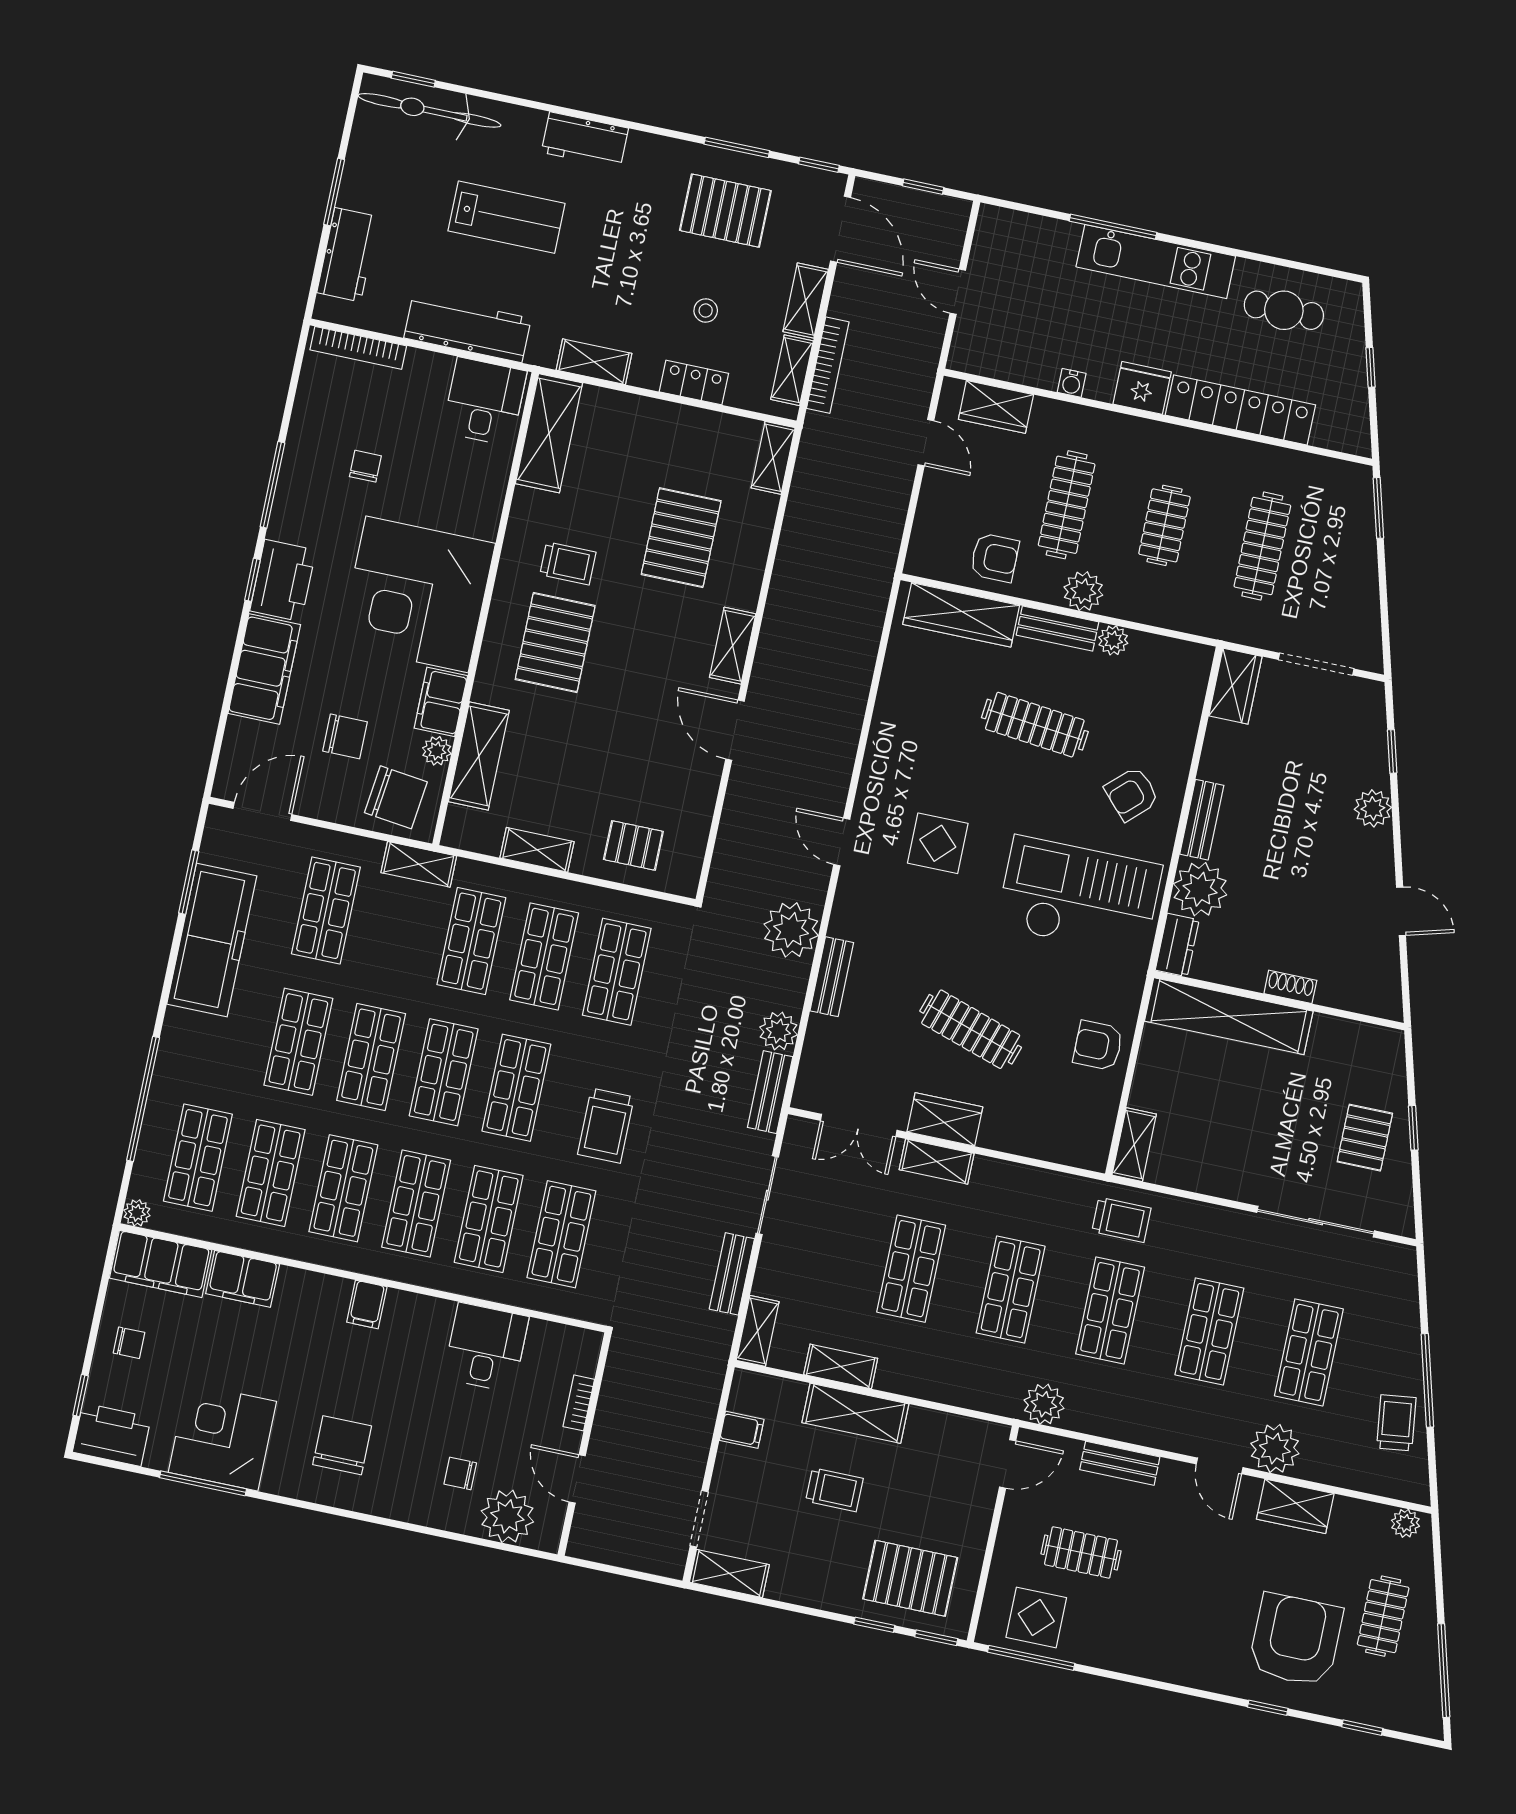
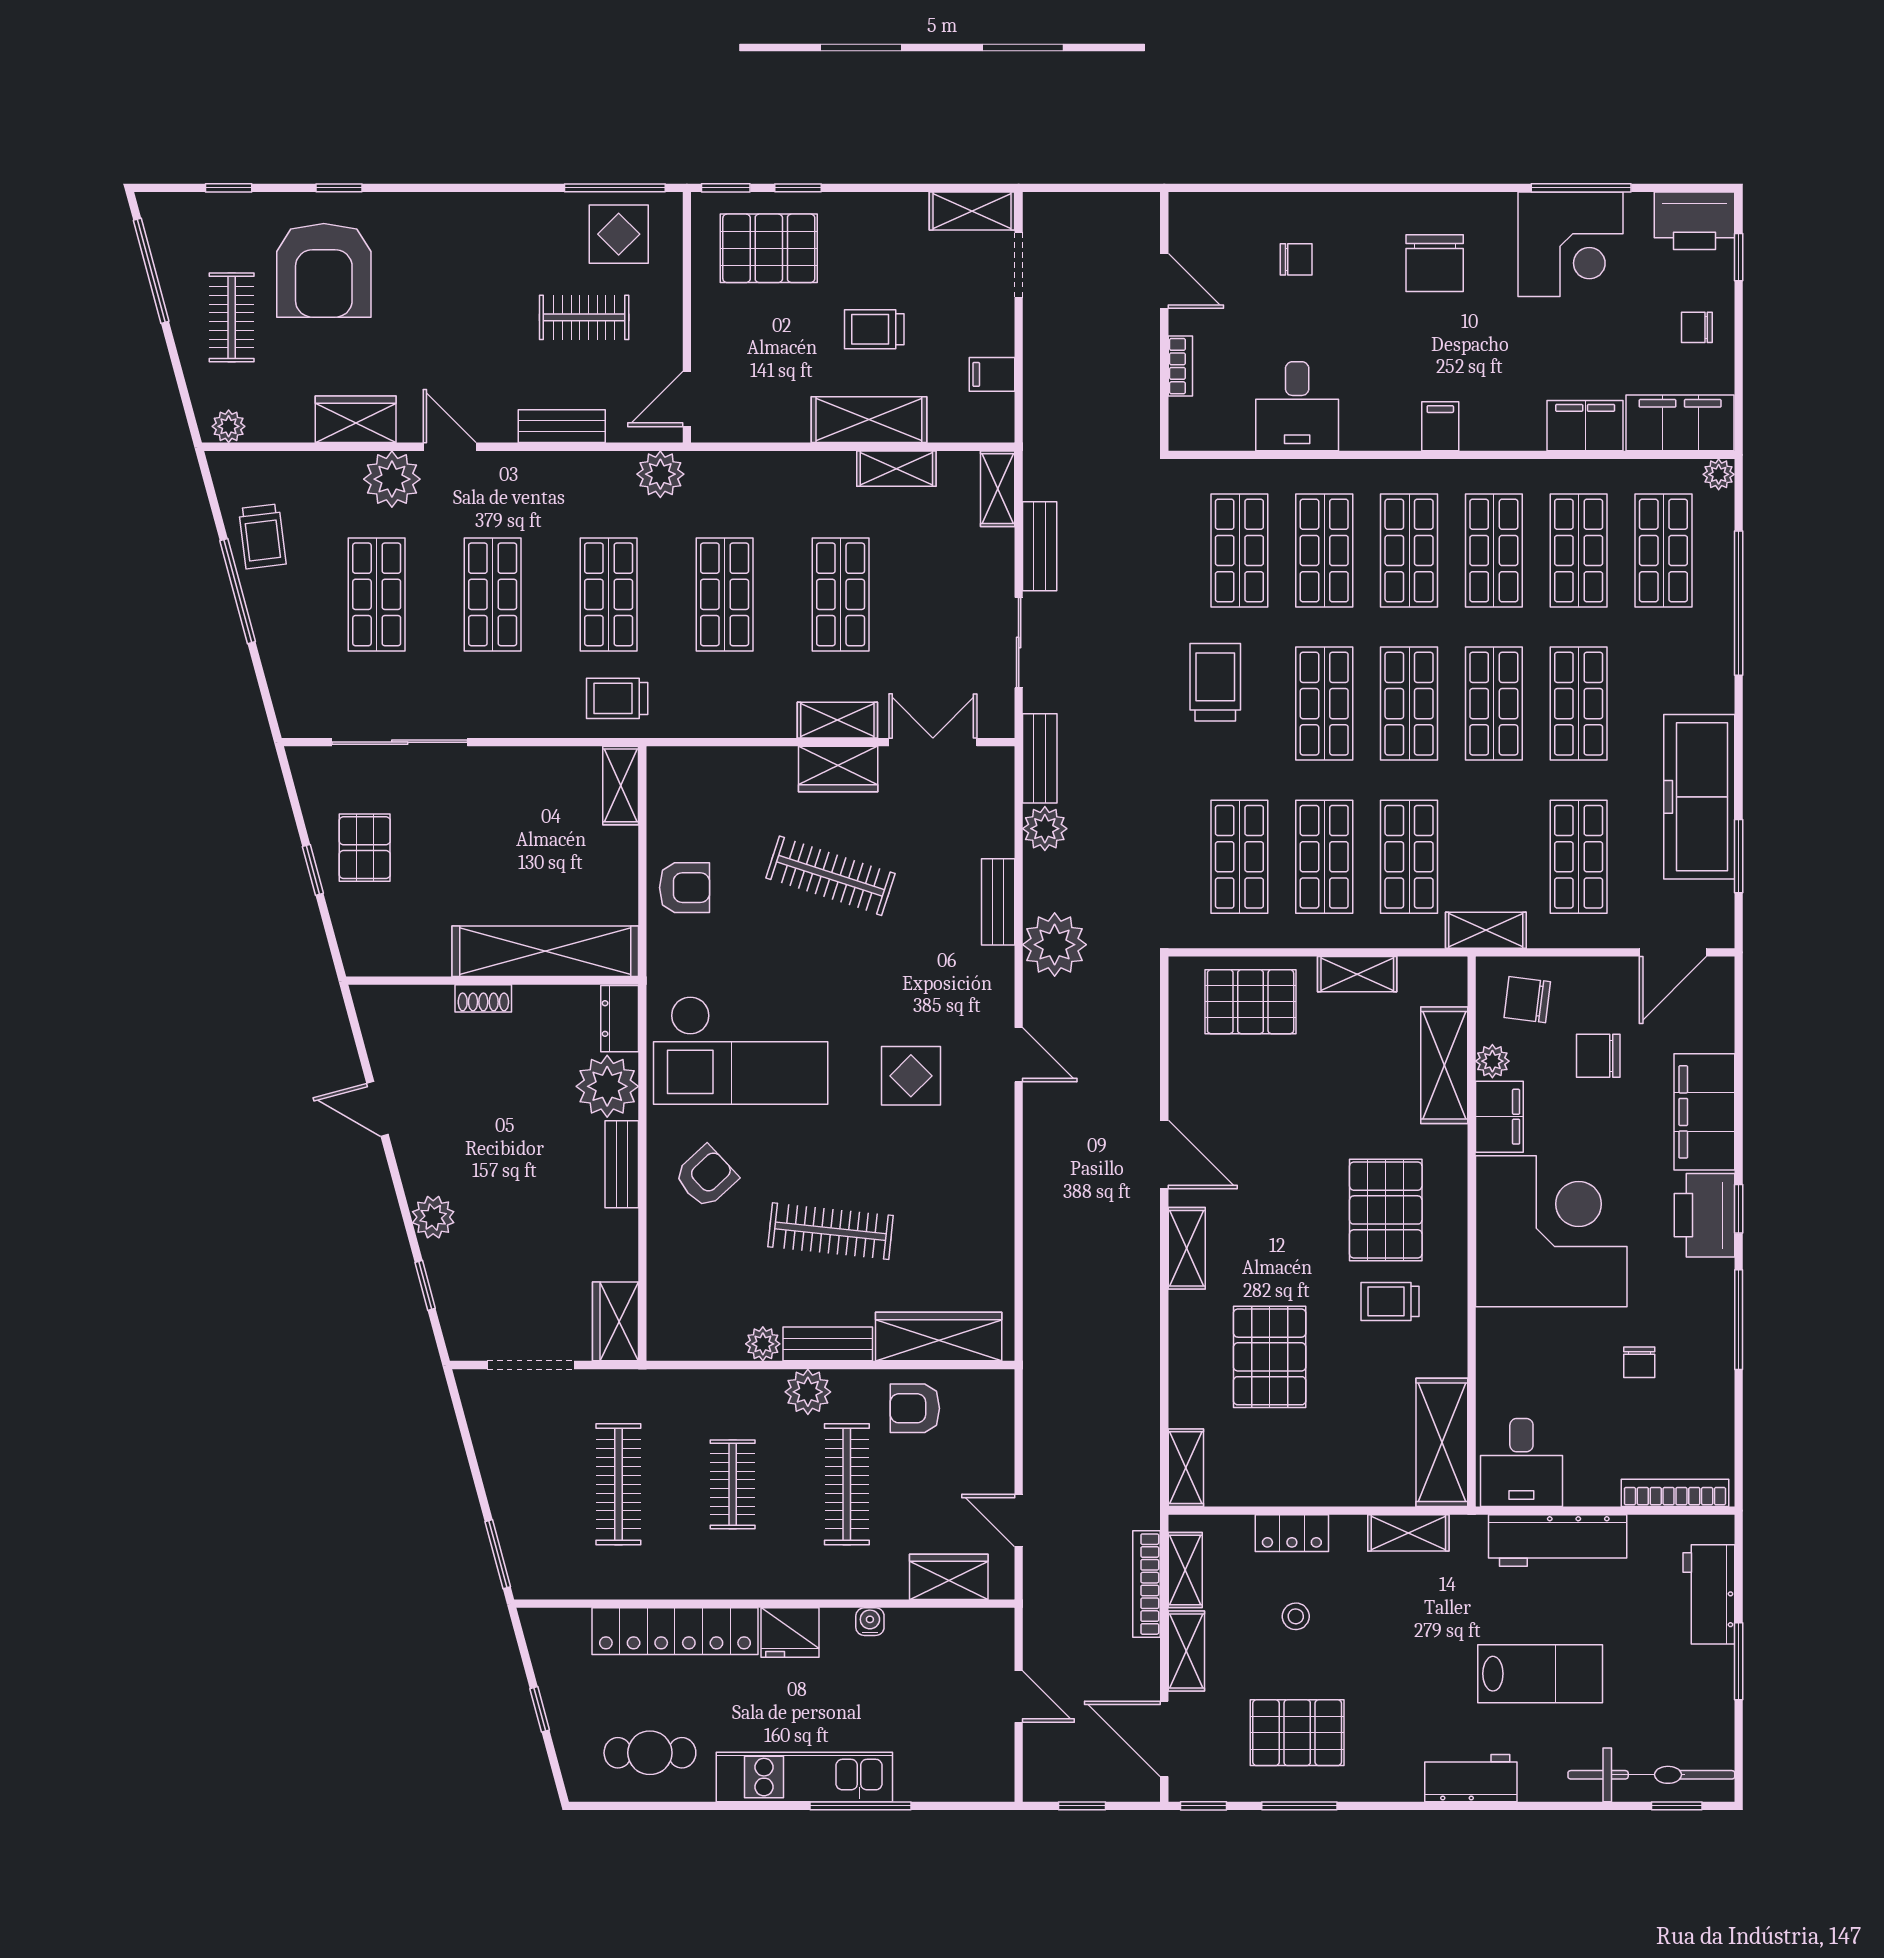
lab bench: (506, 217) -> (1540, 1674), turned 180
chair: (396, 797) -> (1527, 1000), width x0.73, depth x0.73
pallet: (633, 845) -> (1251, 1002), width x1.50, depth x1.42
plant: (507, 1516) -> (1233, 223), removed

